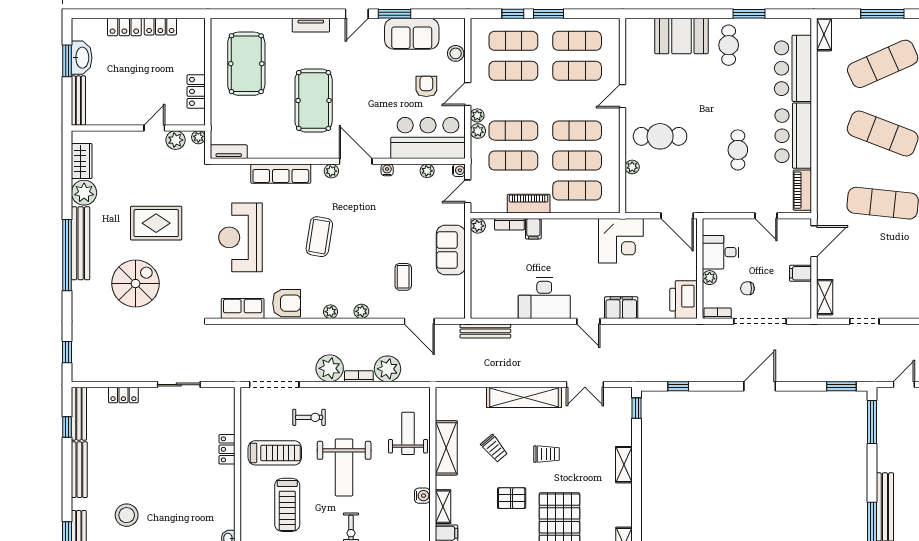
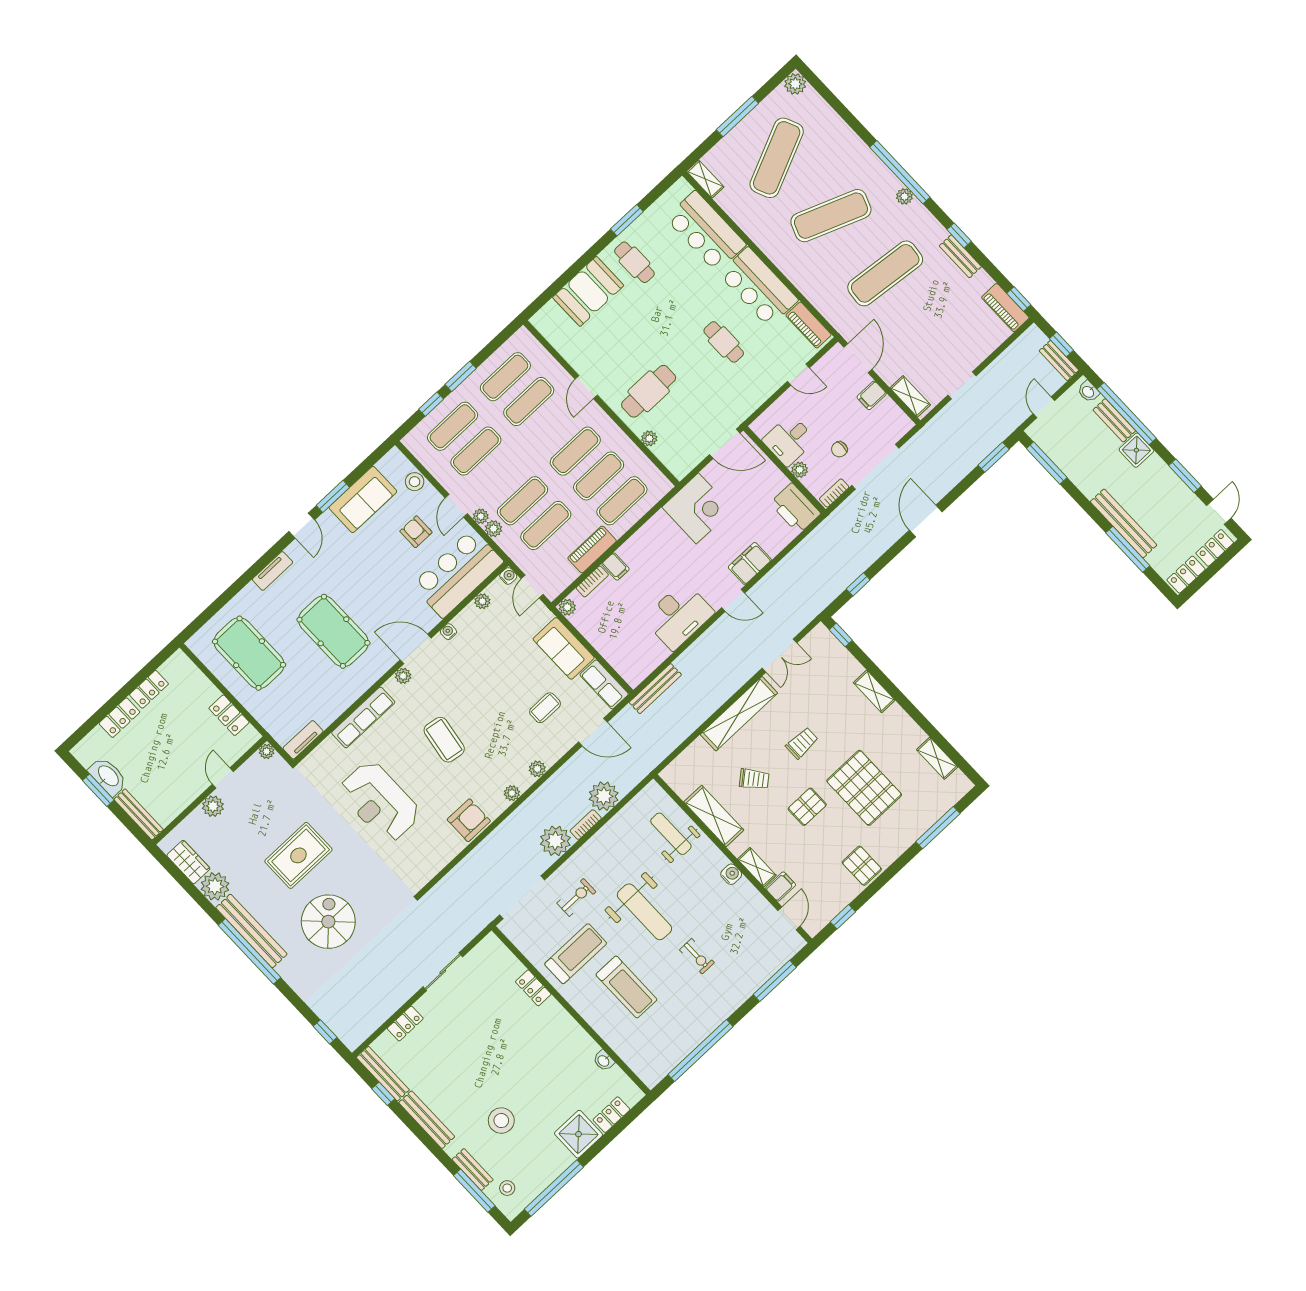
plant: (176, 140) -> (213, 806), moved
coffee table: (403, 277) -> (545, 708), turned 90
row of seats: (243, 308) -> (604, 684), moved, turned -90

